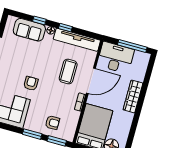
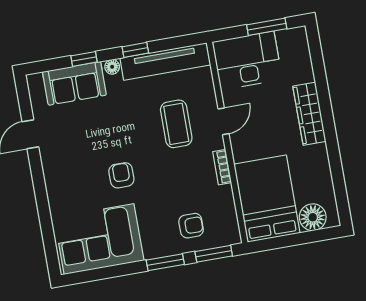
window: (132, 46) -> (267, 27), width x0.69
door: (91, 81) -> (223, 121), width x0.53

